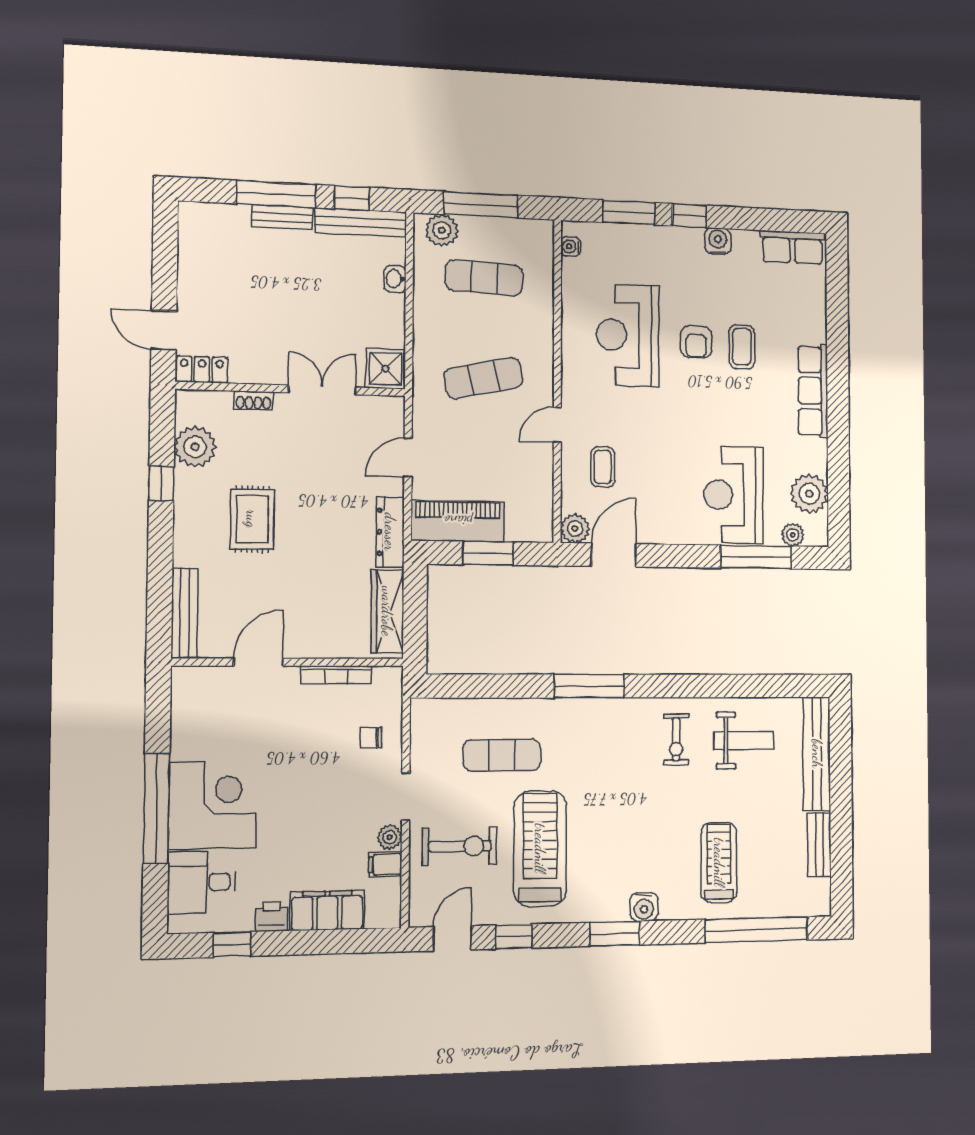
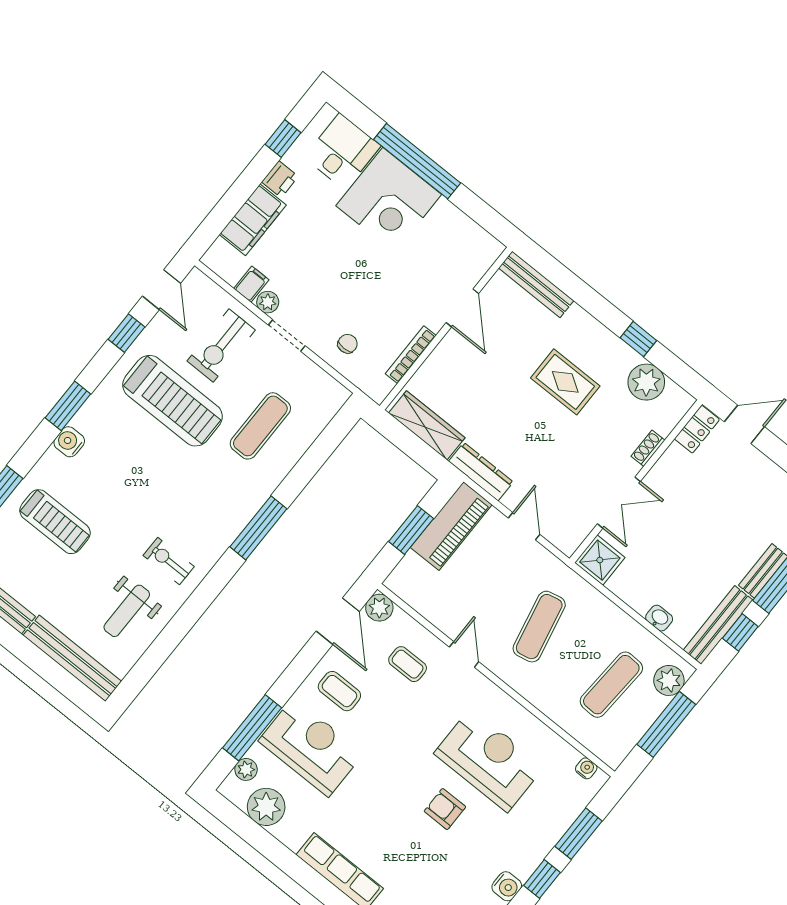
coffee table: (742, 347) -> (339, 691), moved

